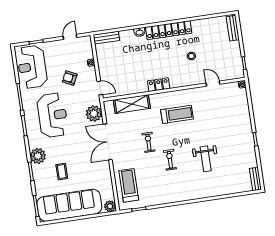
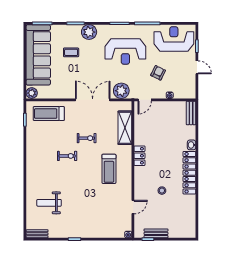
bench: (233, 28) -> (156, 233), moved
door: (70, 37) -> (197, 67), moved
weight bench: (206, 159) -> (49, 203), moved
treadmill: (129, 185) -> (49, 114), turned 180

